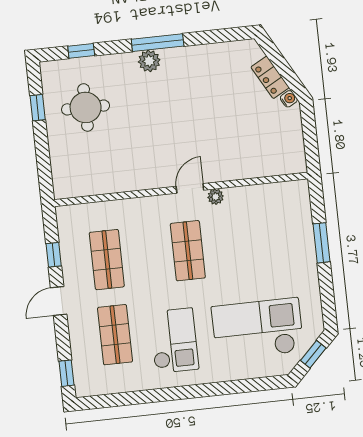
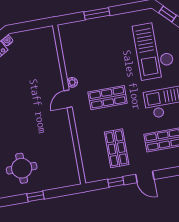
window: (38, 108) -> (36, 196), moved
door: (190, 188) -> (68, 99), hinge flipped
shop shelf: (107, 260) -> (117, 148), turned 90

